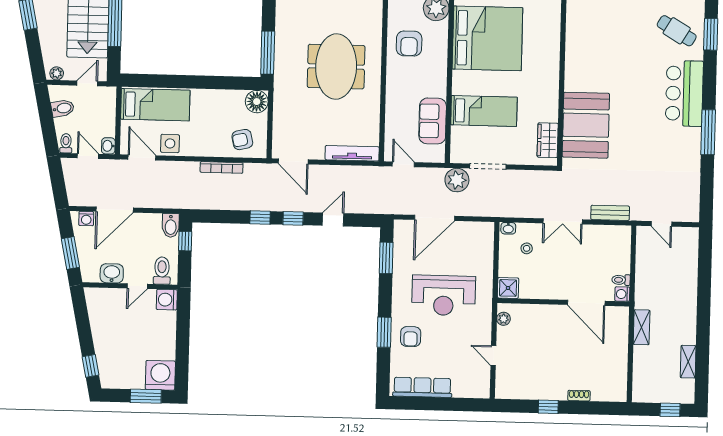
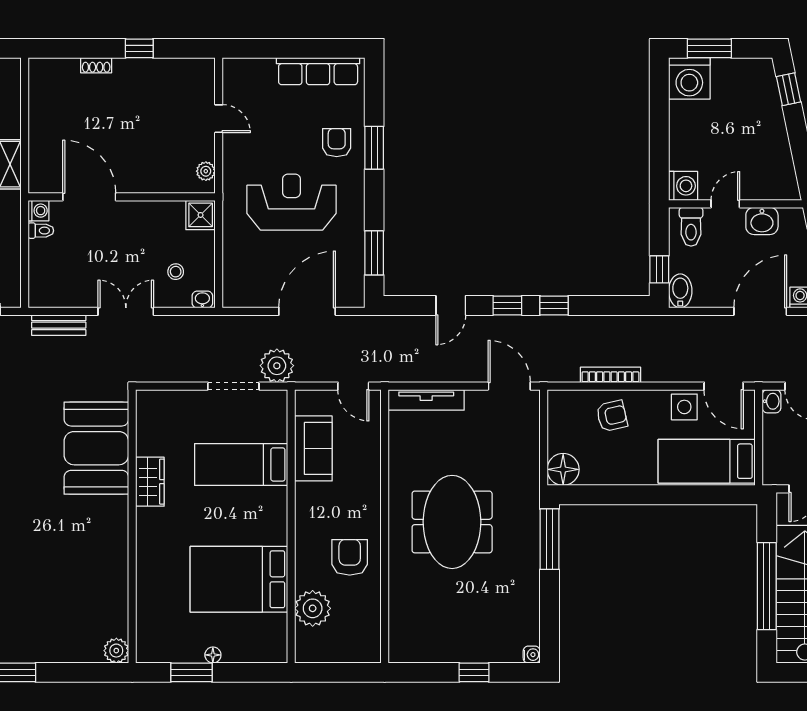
bed: (487, 38) -> (239, 579), width x0.73
armchair: (242, 140) -> (612, 416), moved
wardrobe: (548, 140) -> (150, 482), moved

